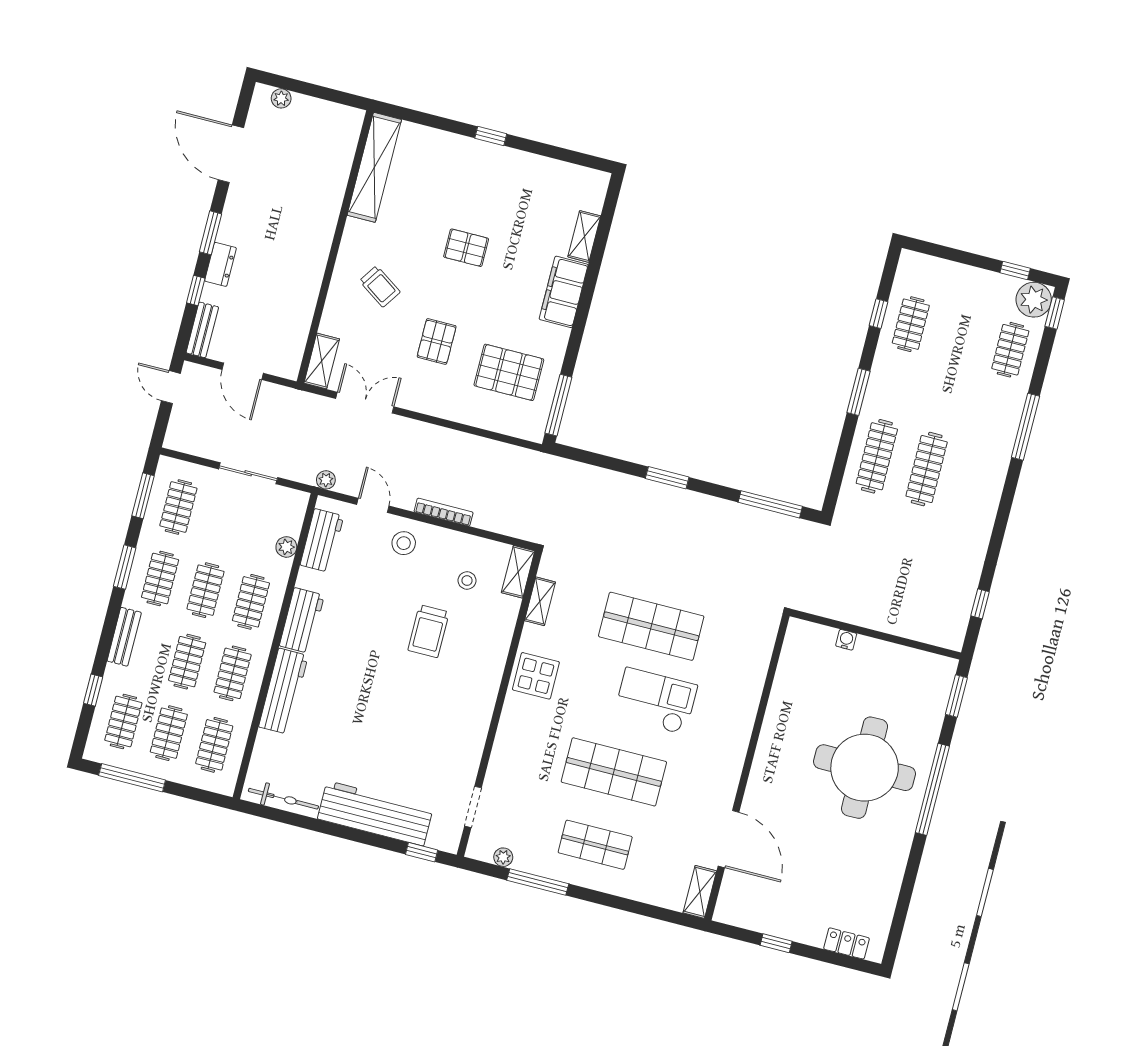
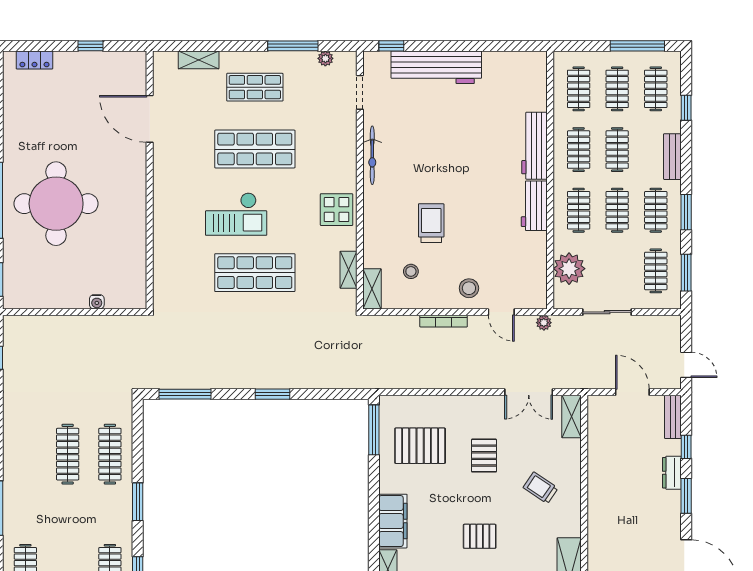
workbench: (322, 540) -> (535, 274), removed
plant: (286, 547) -> (569, 269), width x1.87, depth x1.87
bicycle: (283, 799) -> (372, 155), moved, turned -90
shelving: (700, 892) -> (199, 60), moved, turned 90

